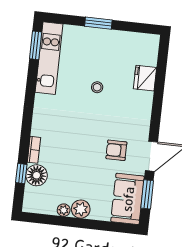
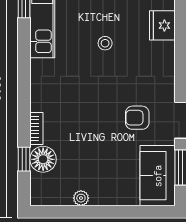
plant: (81, 209) -> (102, 195), removed

